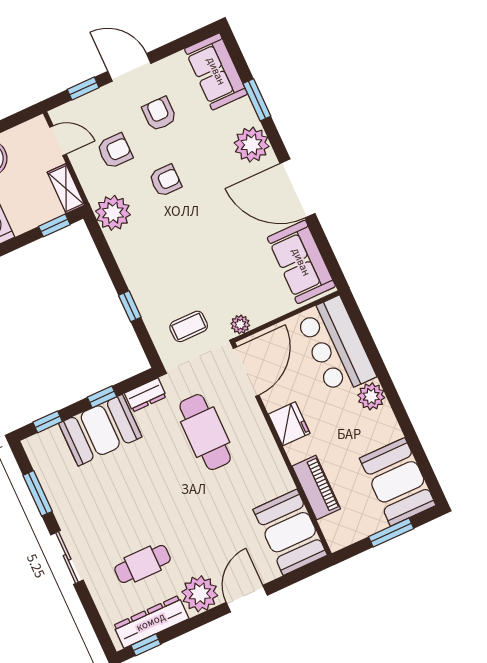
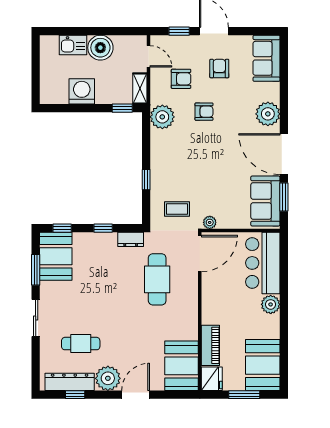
window: (257, 100) -> (284, 197), moved
fridge: (289, 424) -> (212, 379), moved
booth: (100, 430) -> (56, 256), moved, turned 90
window: (146, 645) -> (75, 395), moved

